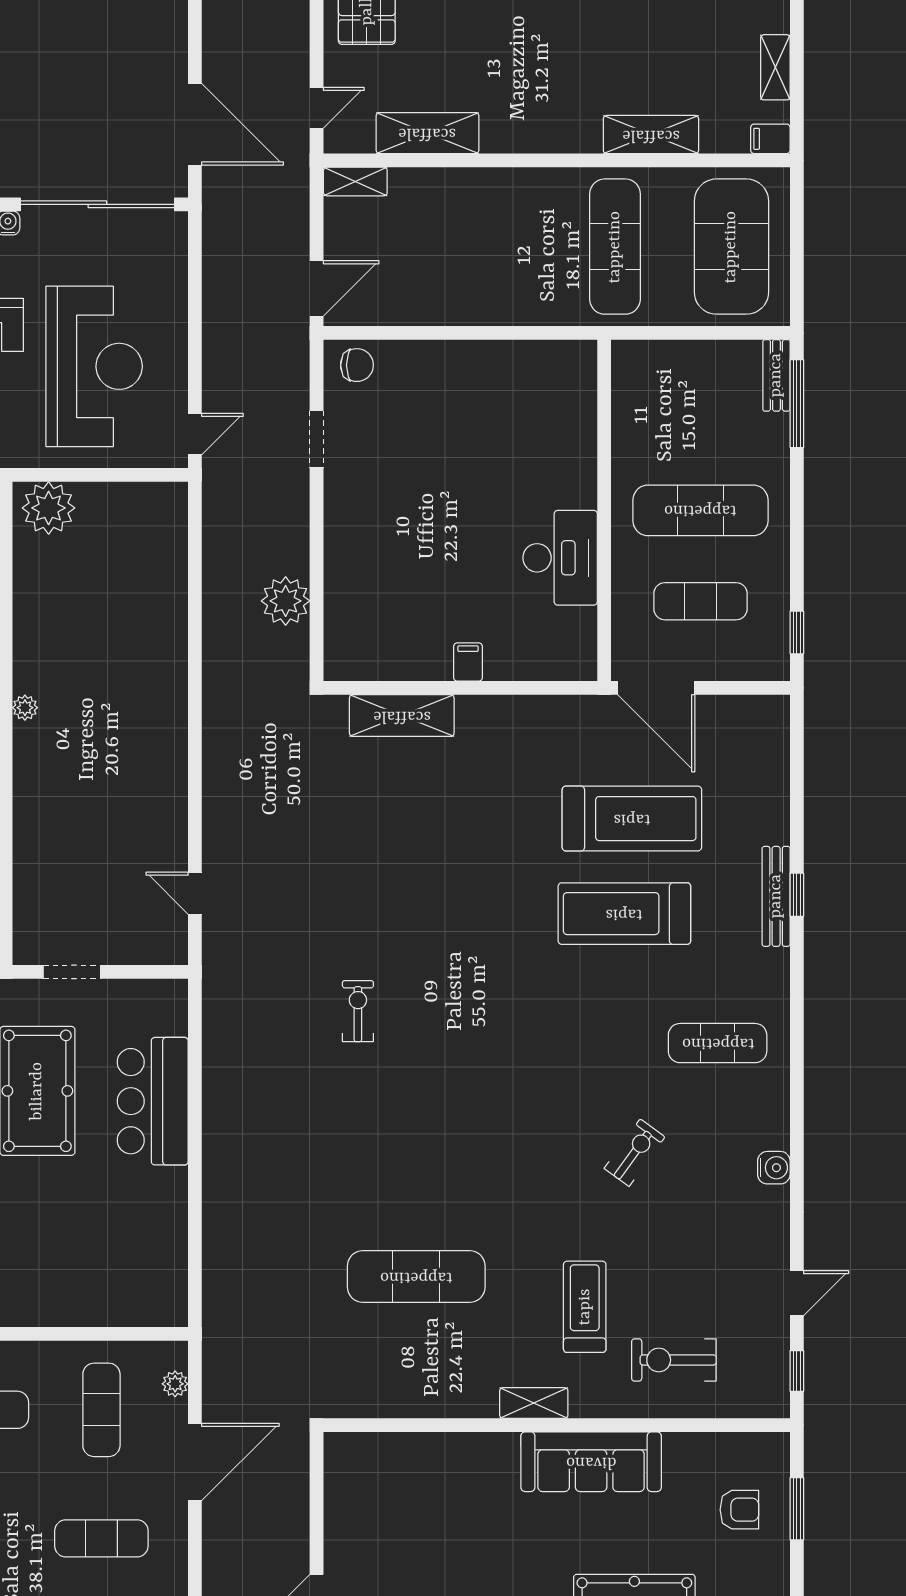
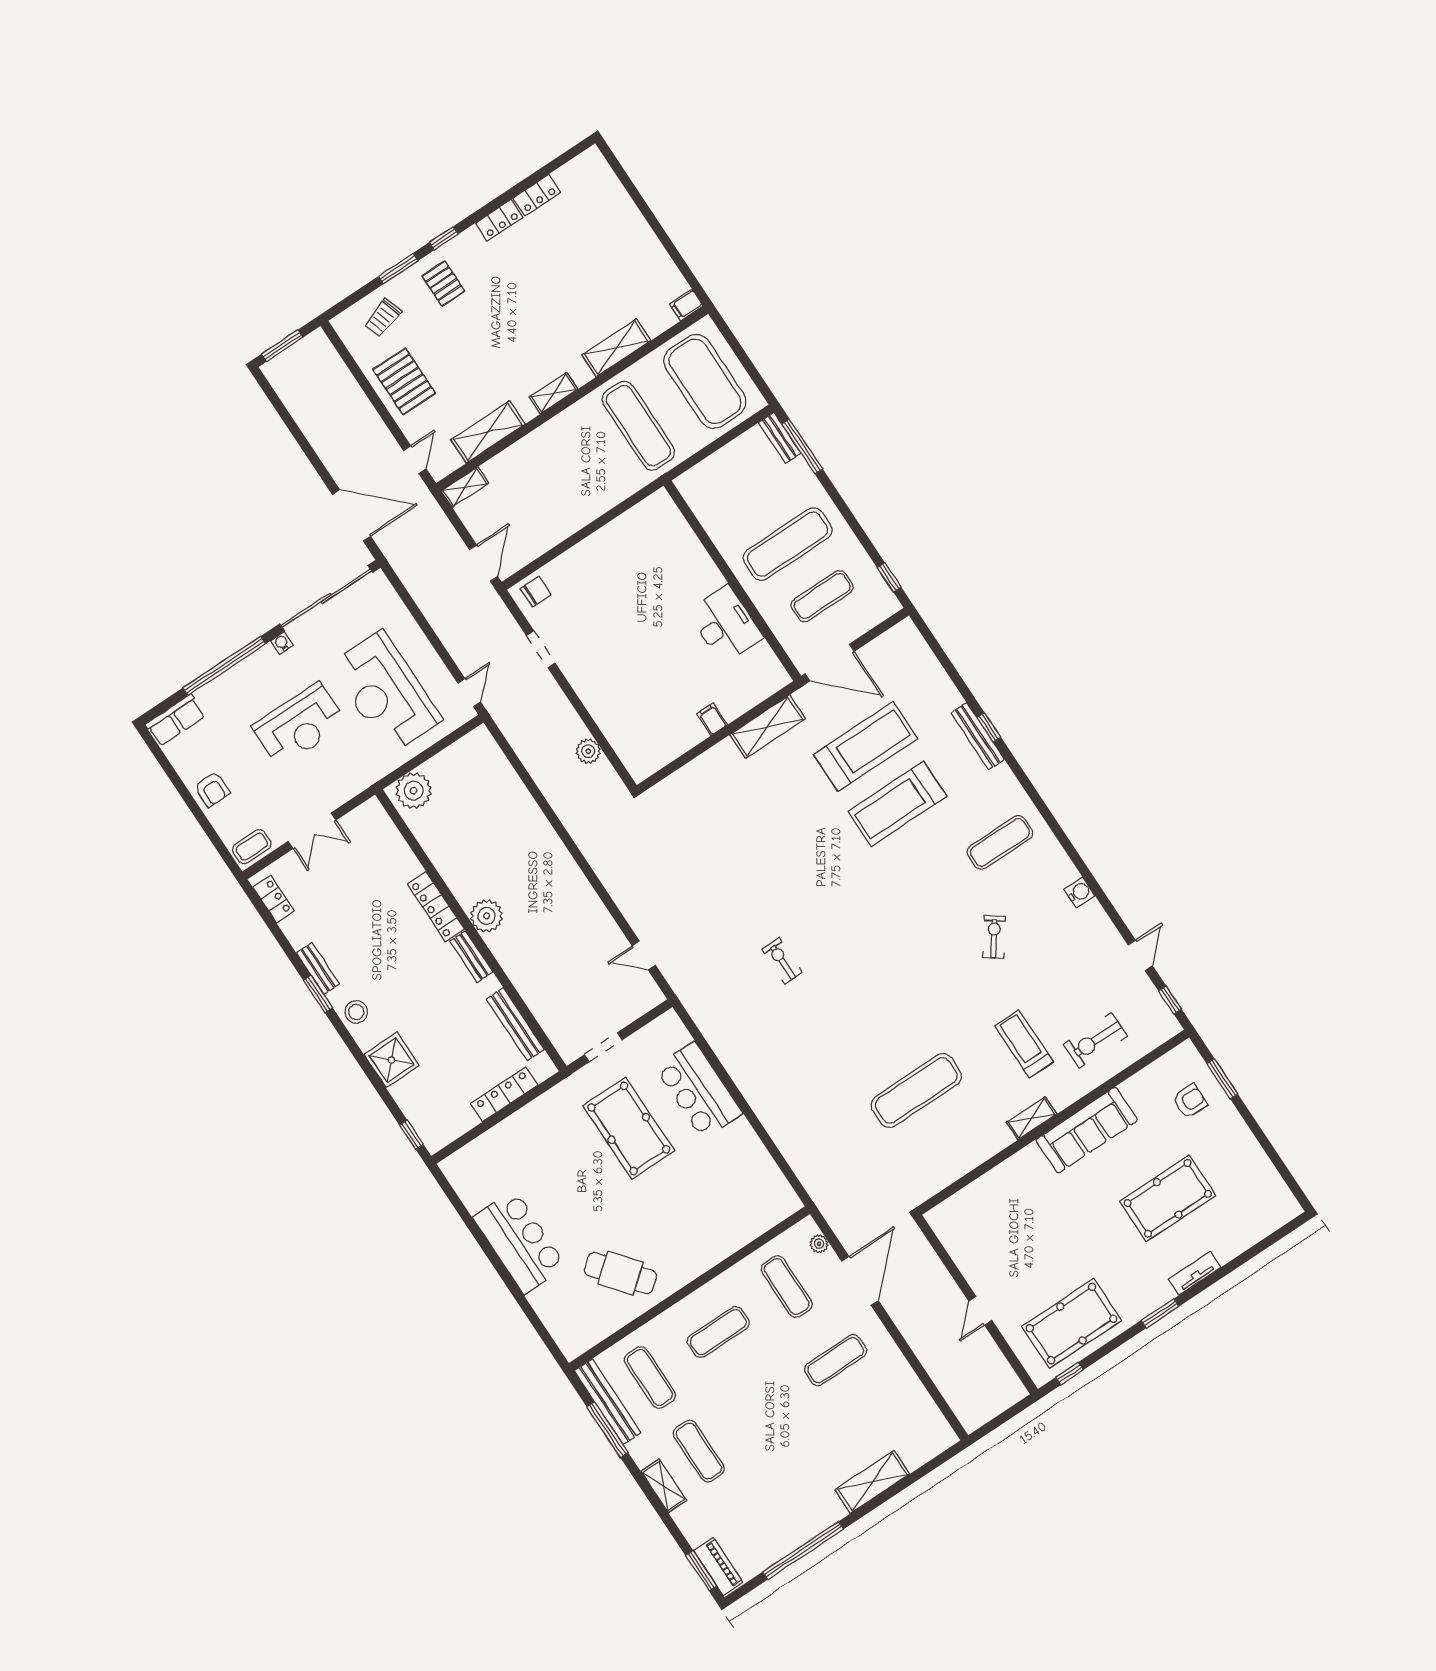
shelving: (775, 67) -> (554, 393), moved, turned 90
reception desk: (94, 366) -> (386, 692), turned 180
plant: (286, 601) -> (588, 751), width x0.73, depth x0.73
plant: (25, 708) -> (487, 916), width x1.88, depth x1.88
shelving: (402, 716) -> (768, 727), moved

